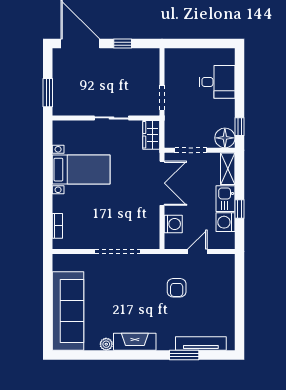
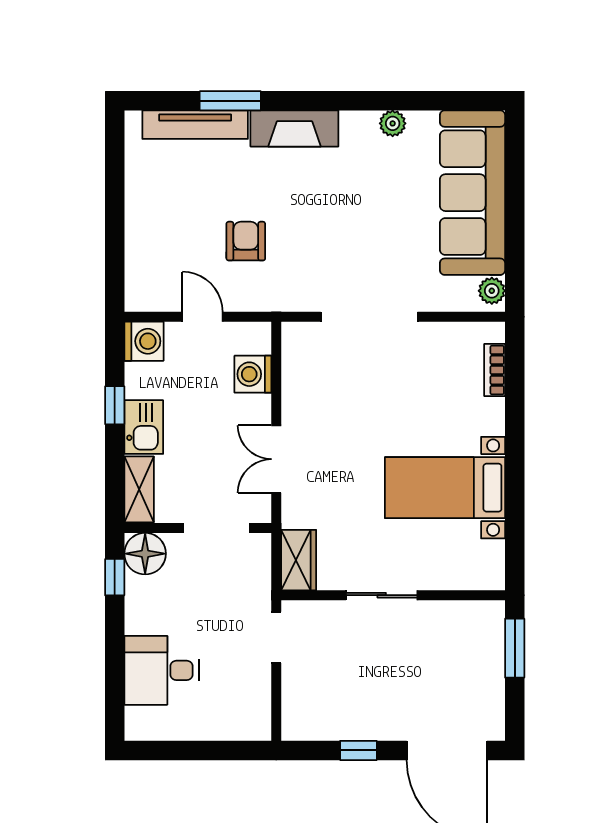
double door: (162, 183) -> (276, 459), width x0.73
washing machine: (225, 222) -> (144, 341), moved
door: (197, 251) -> (202, 317), swing flipped
plant: (59, 264) -> (492, 291), added
fireplace: (135, 342) -> (294, 128), moved

